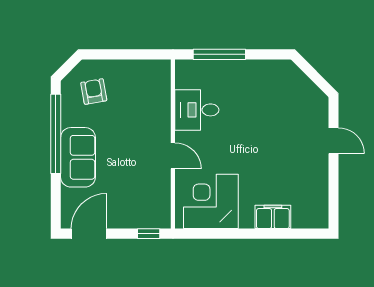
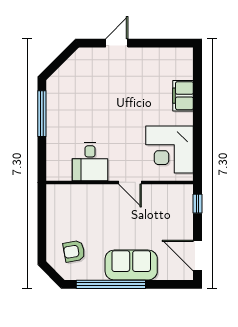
window: (219, 54) -> (42, 114), moved
door: (173, 156) -> (130, 182), swing flipped

